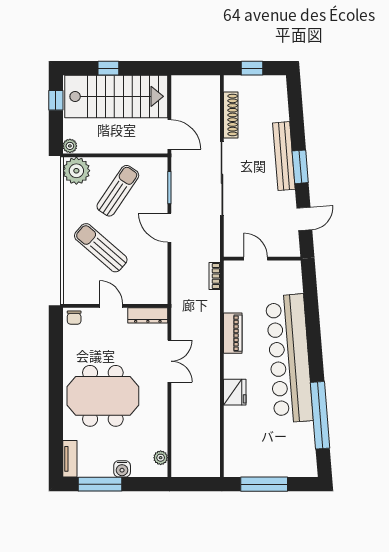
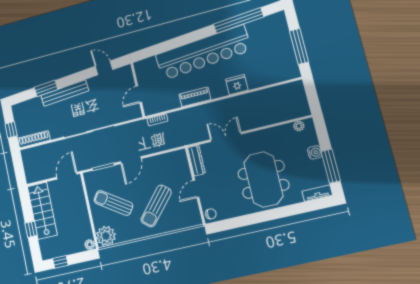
stairs: (116, 96) -> (42, 211), width x0.73, depth x0.66
shoe rack: (231, 115) -> (34, 139), moved
window: (300, 167) -> (46, 88), moved

